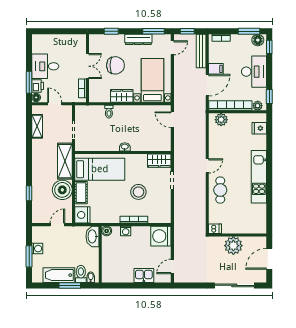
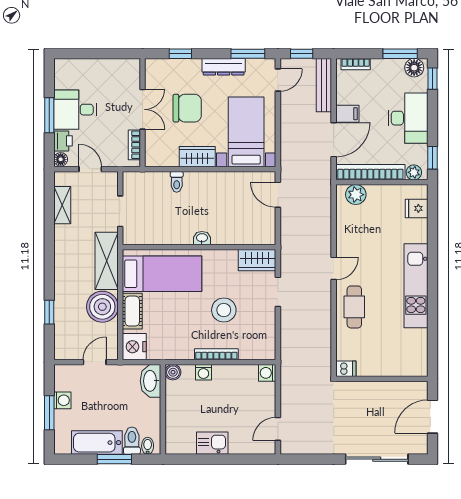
window: (29, 82) -> (49, 115), moved
washing machine: (161, 236) -> (267, 373), width x0.53, depth x0.53
plant: (233, 246) -> (375, 396), removed
kitchen sink: (144, 275) -> (212, 443), moved

